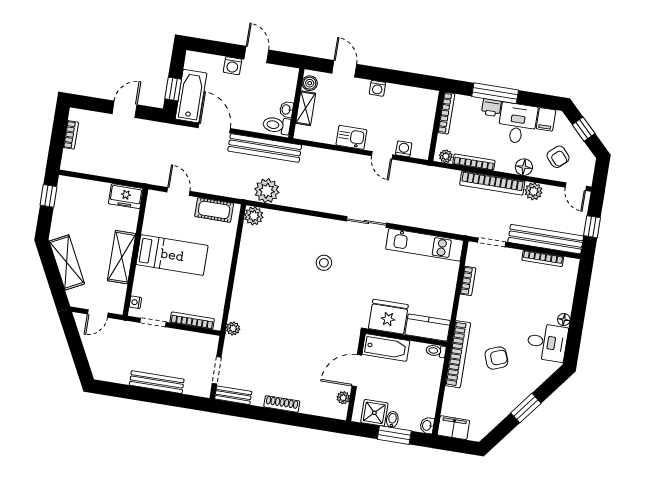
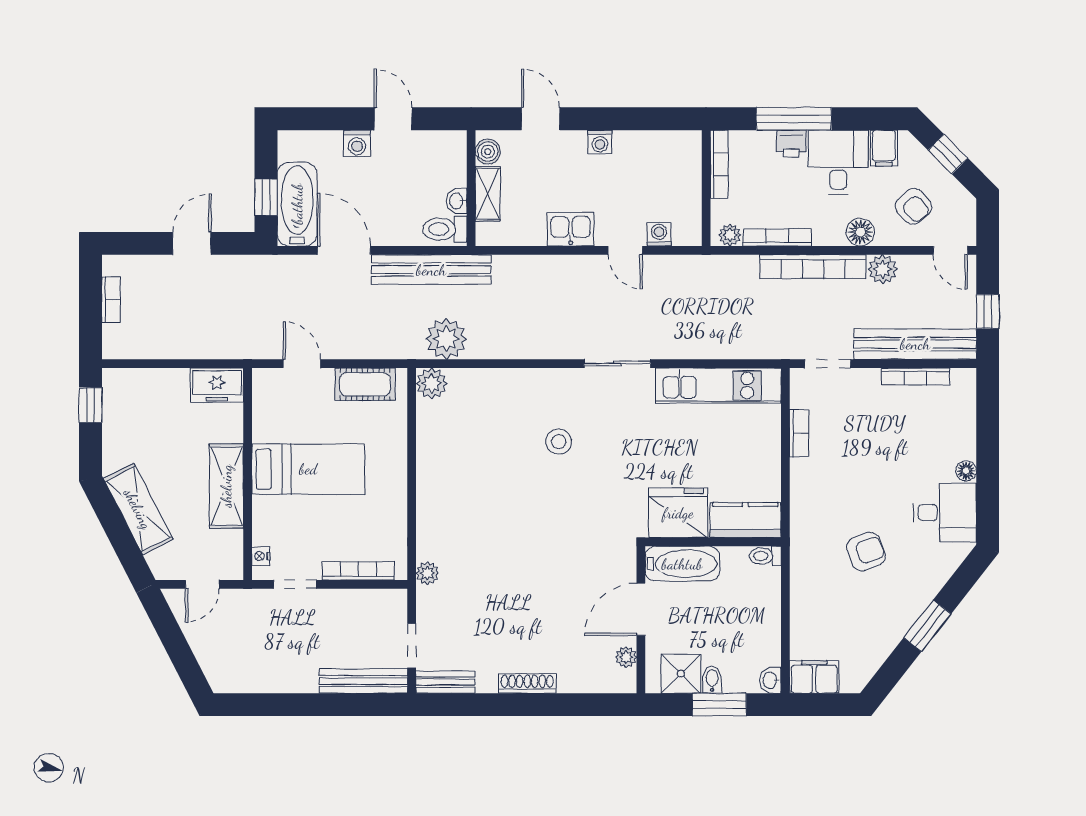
bookcase: (458, 354) -> (802, 556), removed
bench: (157, 382) -> (363, 681), moved

